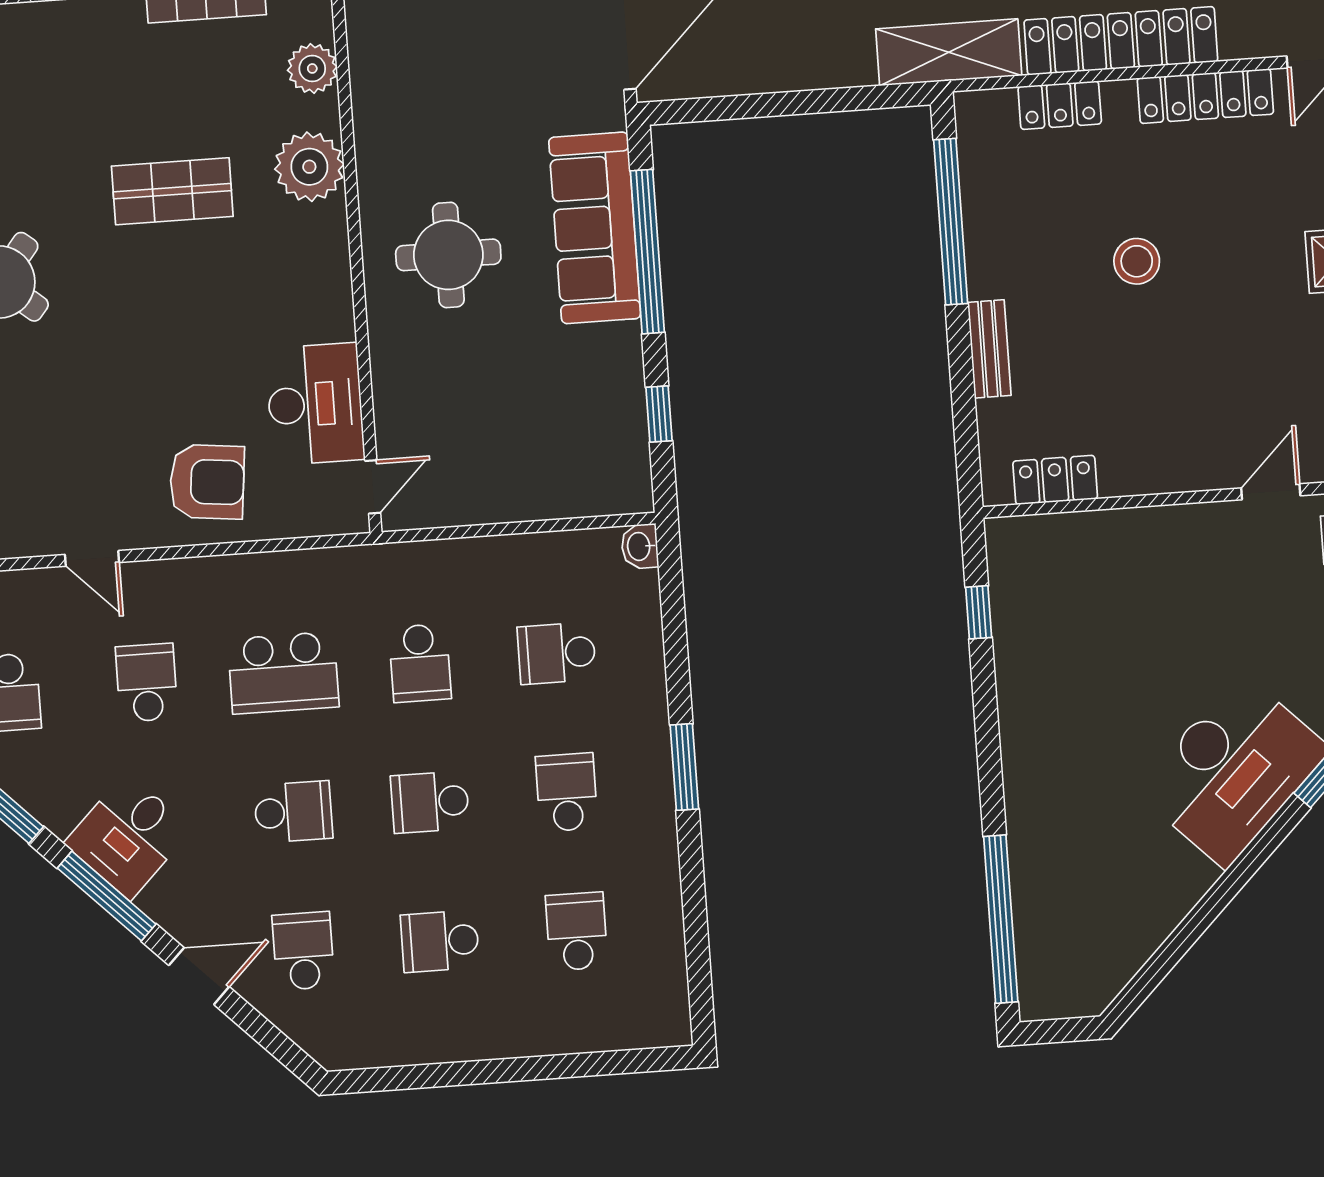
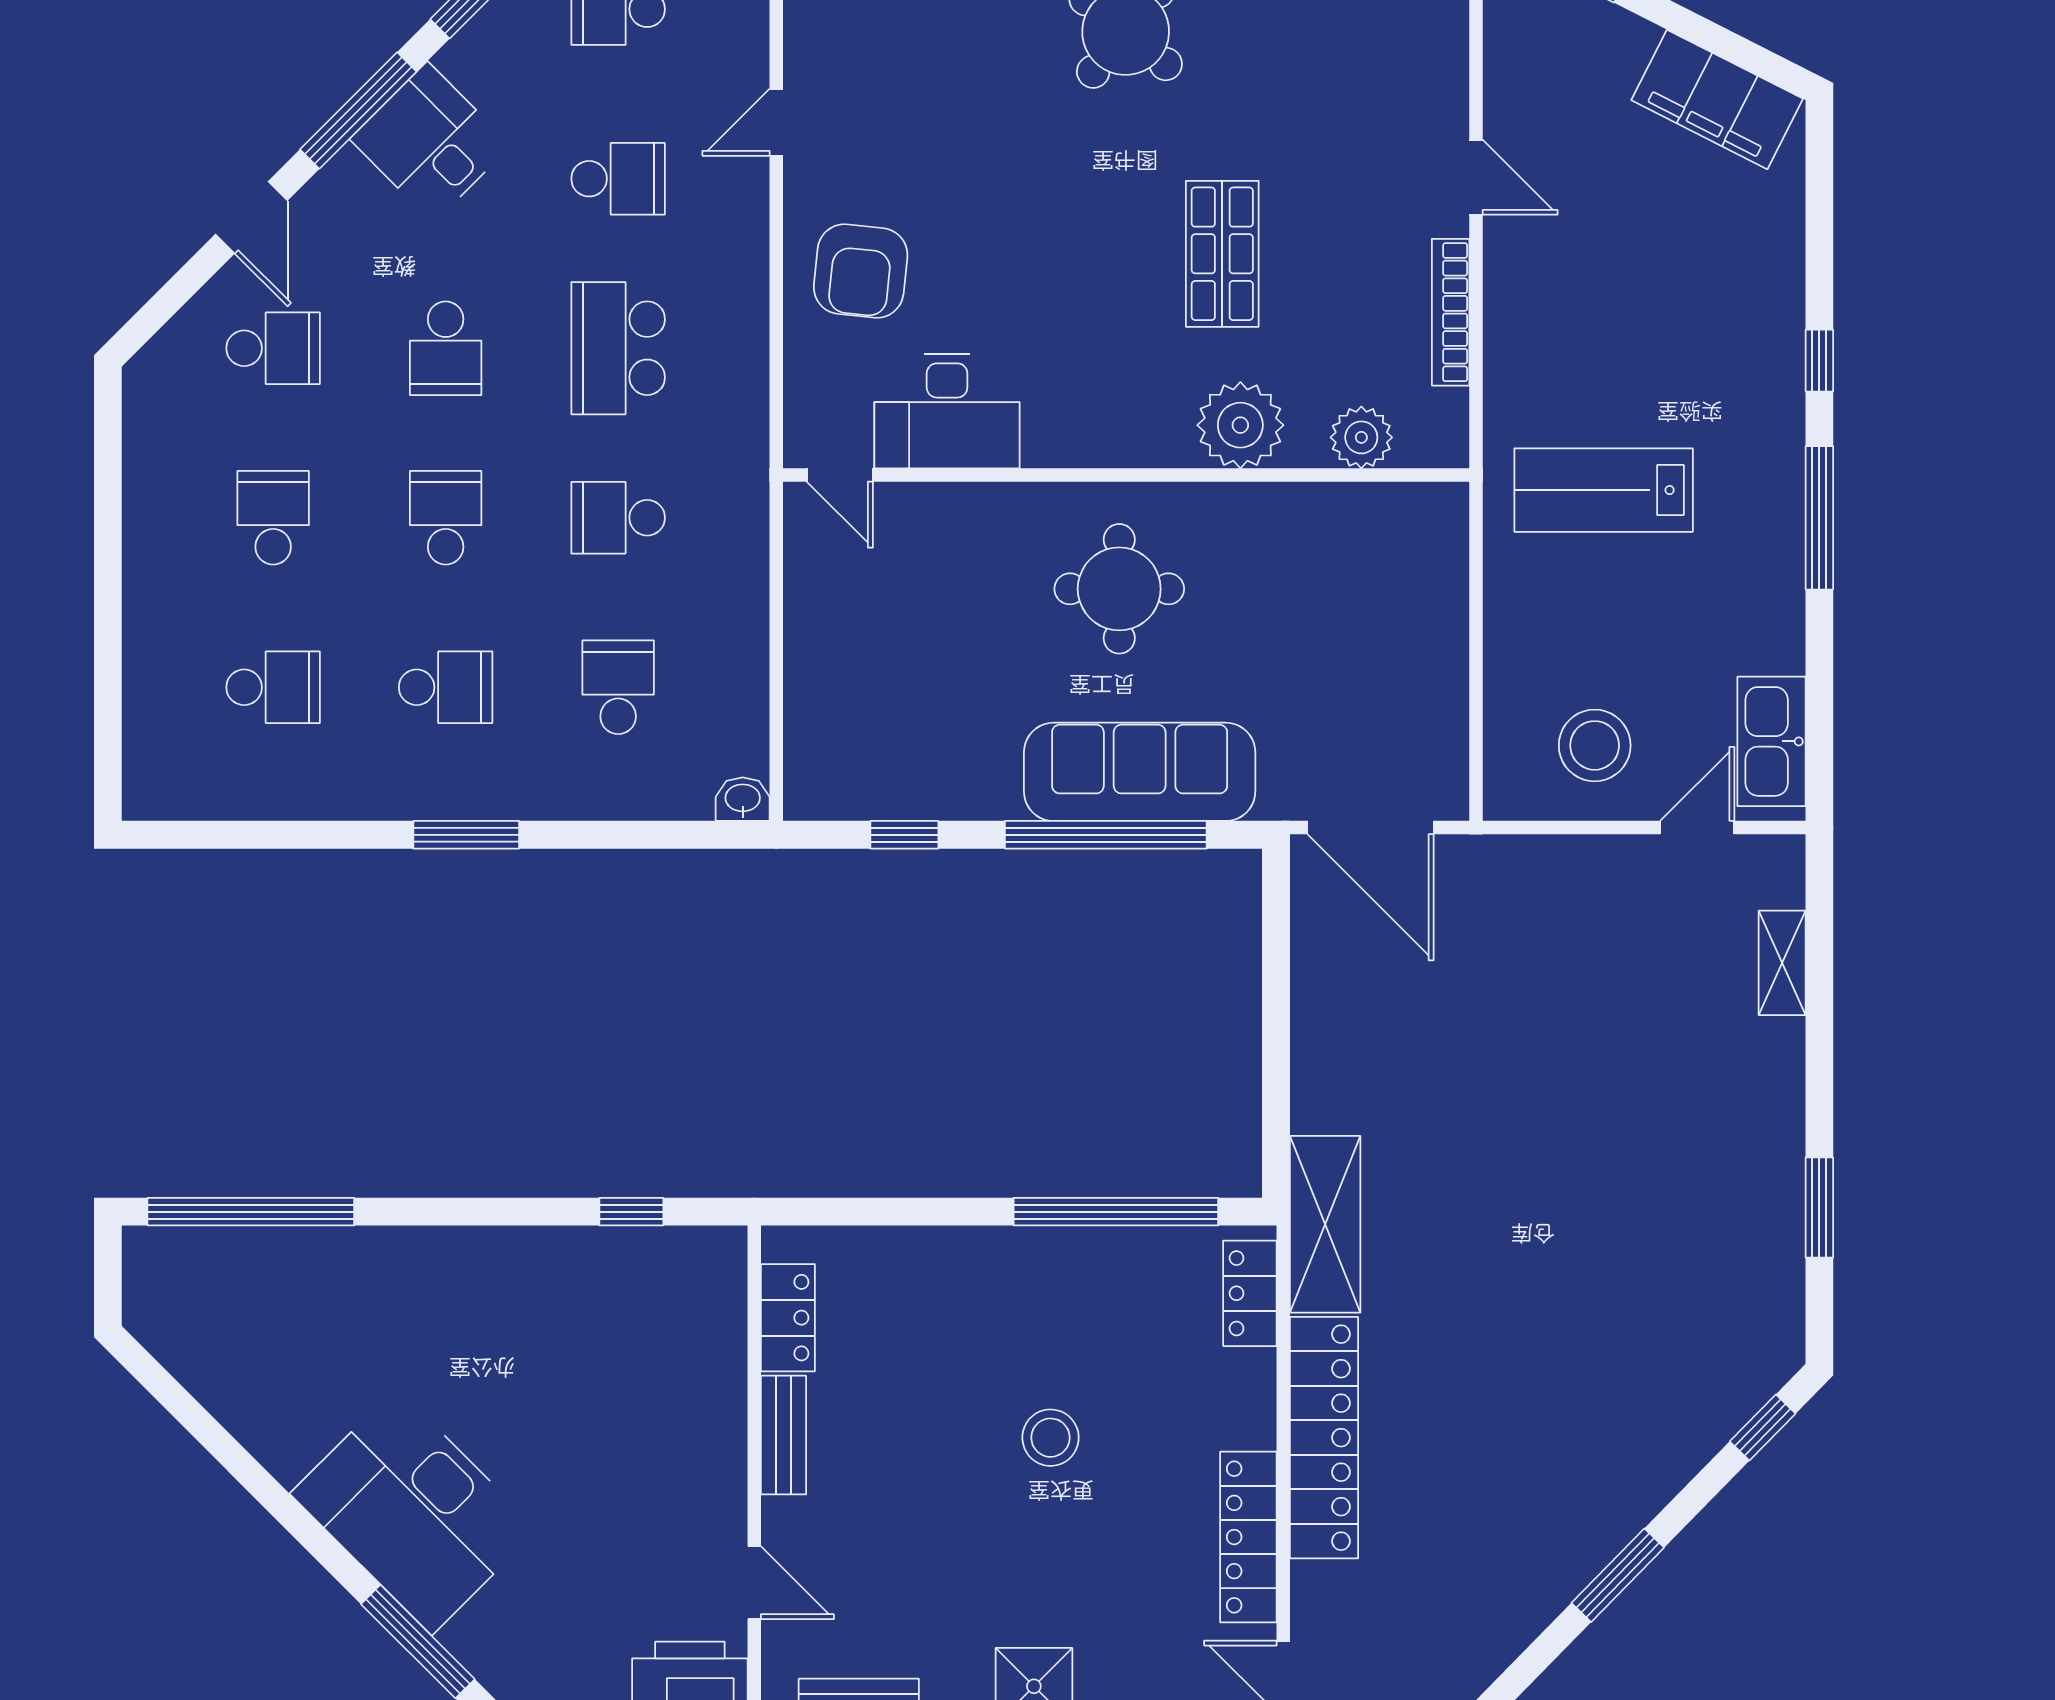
locker: (1060, 105) -> (1250, 1293), moved
bench: (989, 349) -> (783, 1435), moved, turned 90

